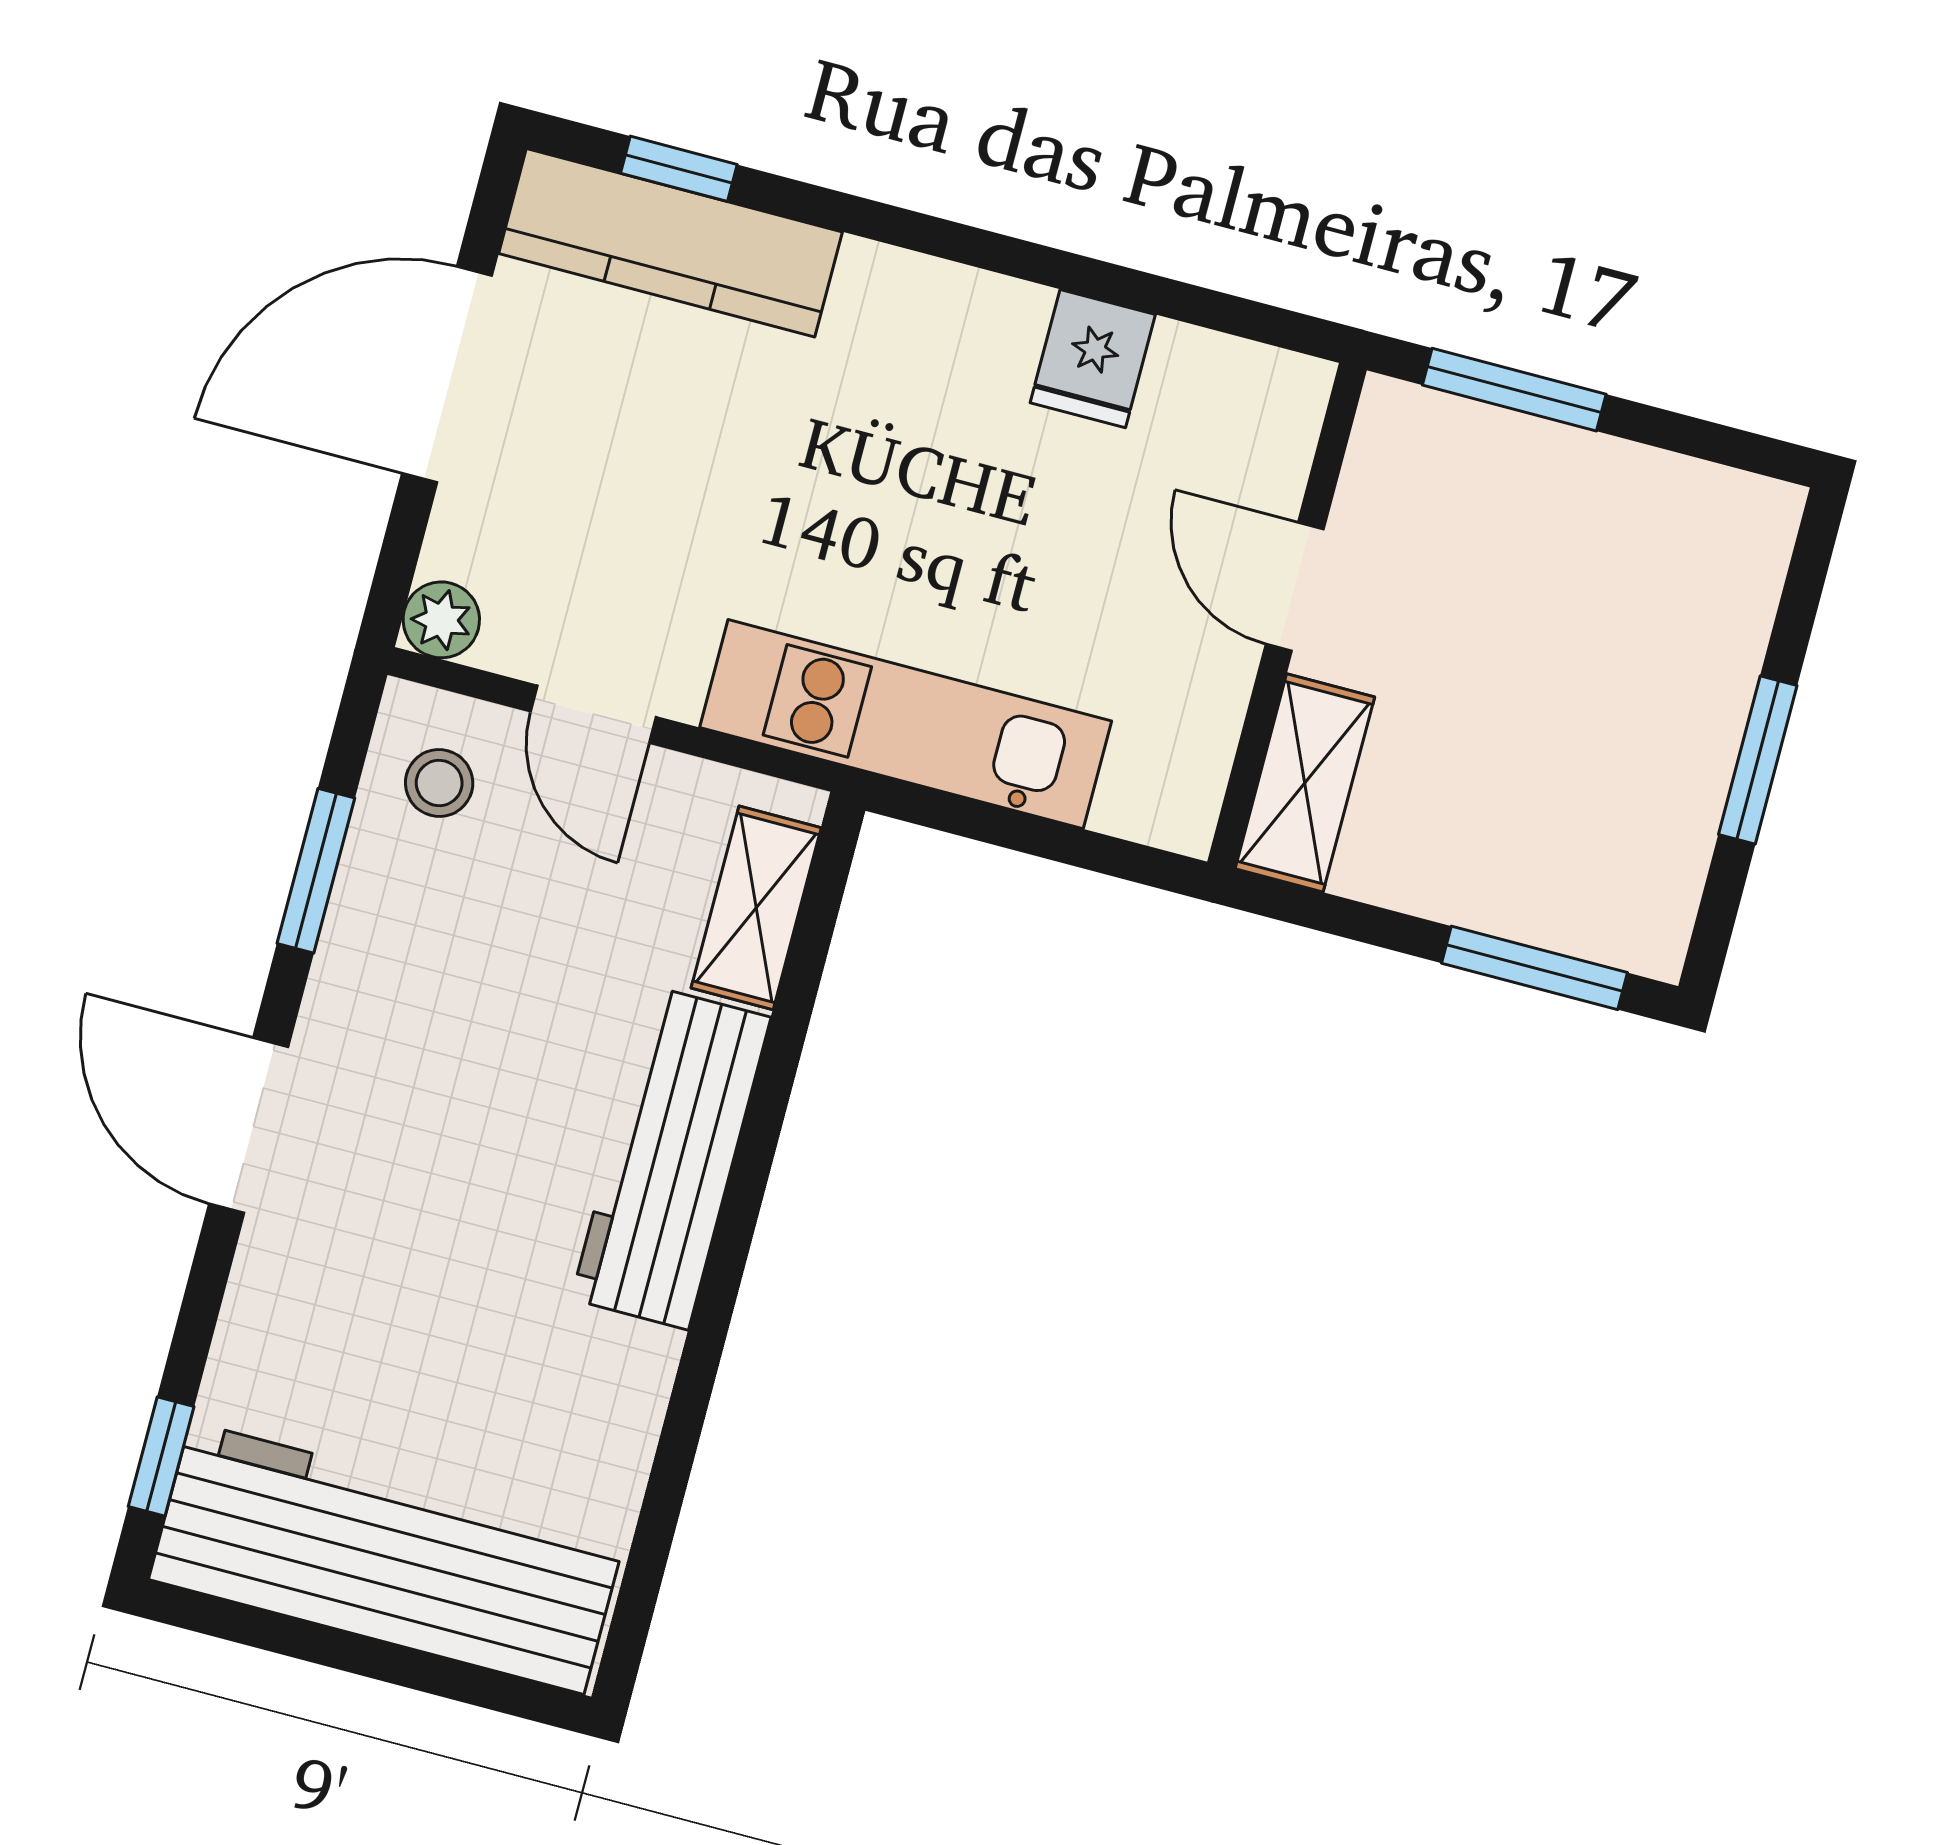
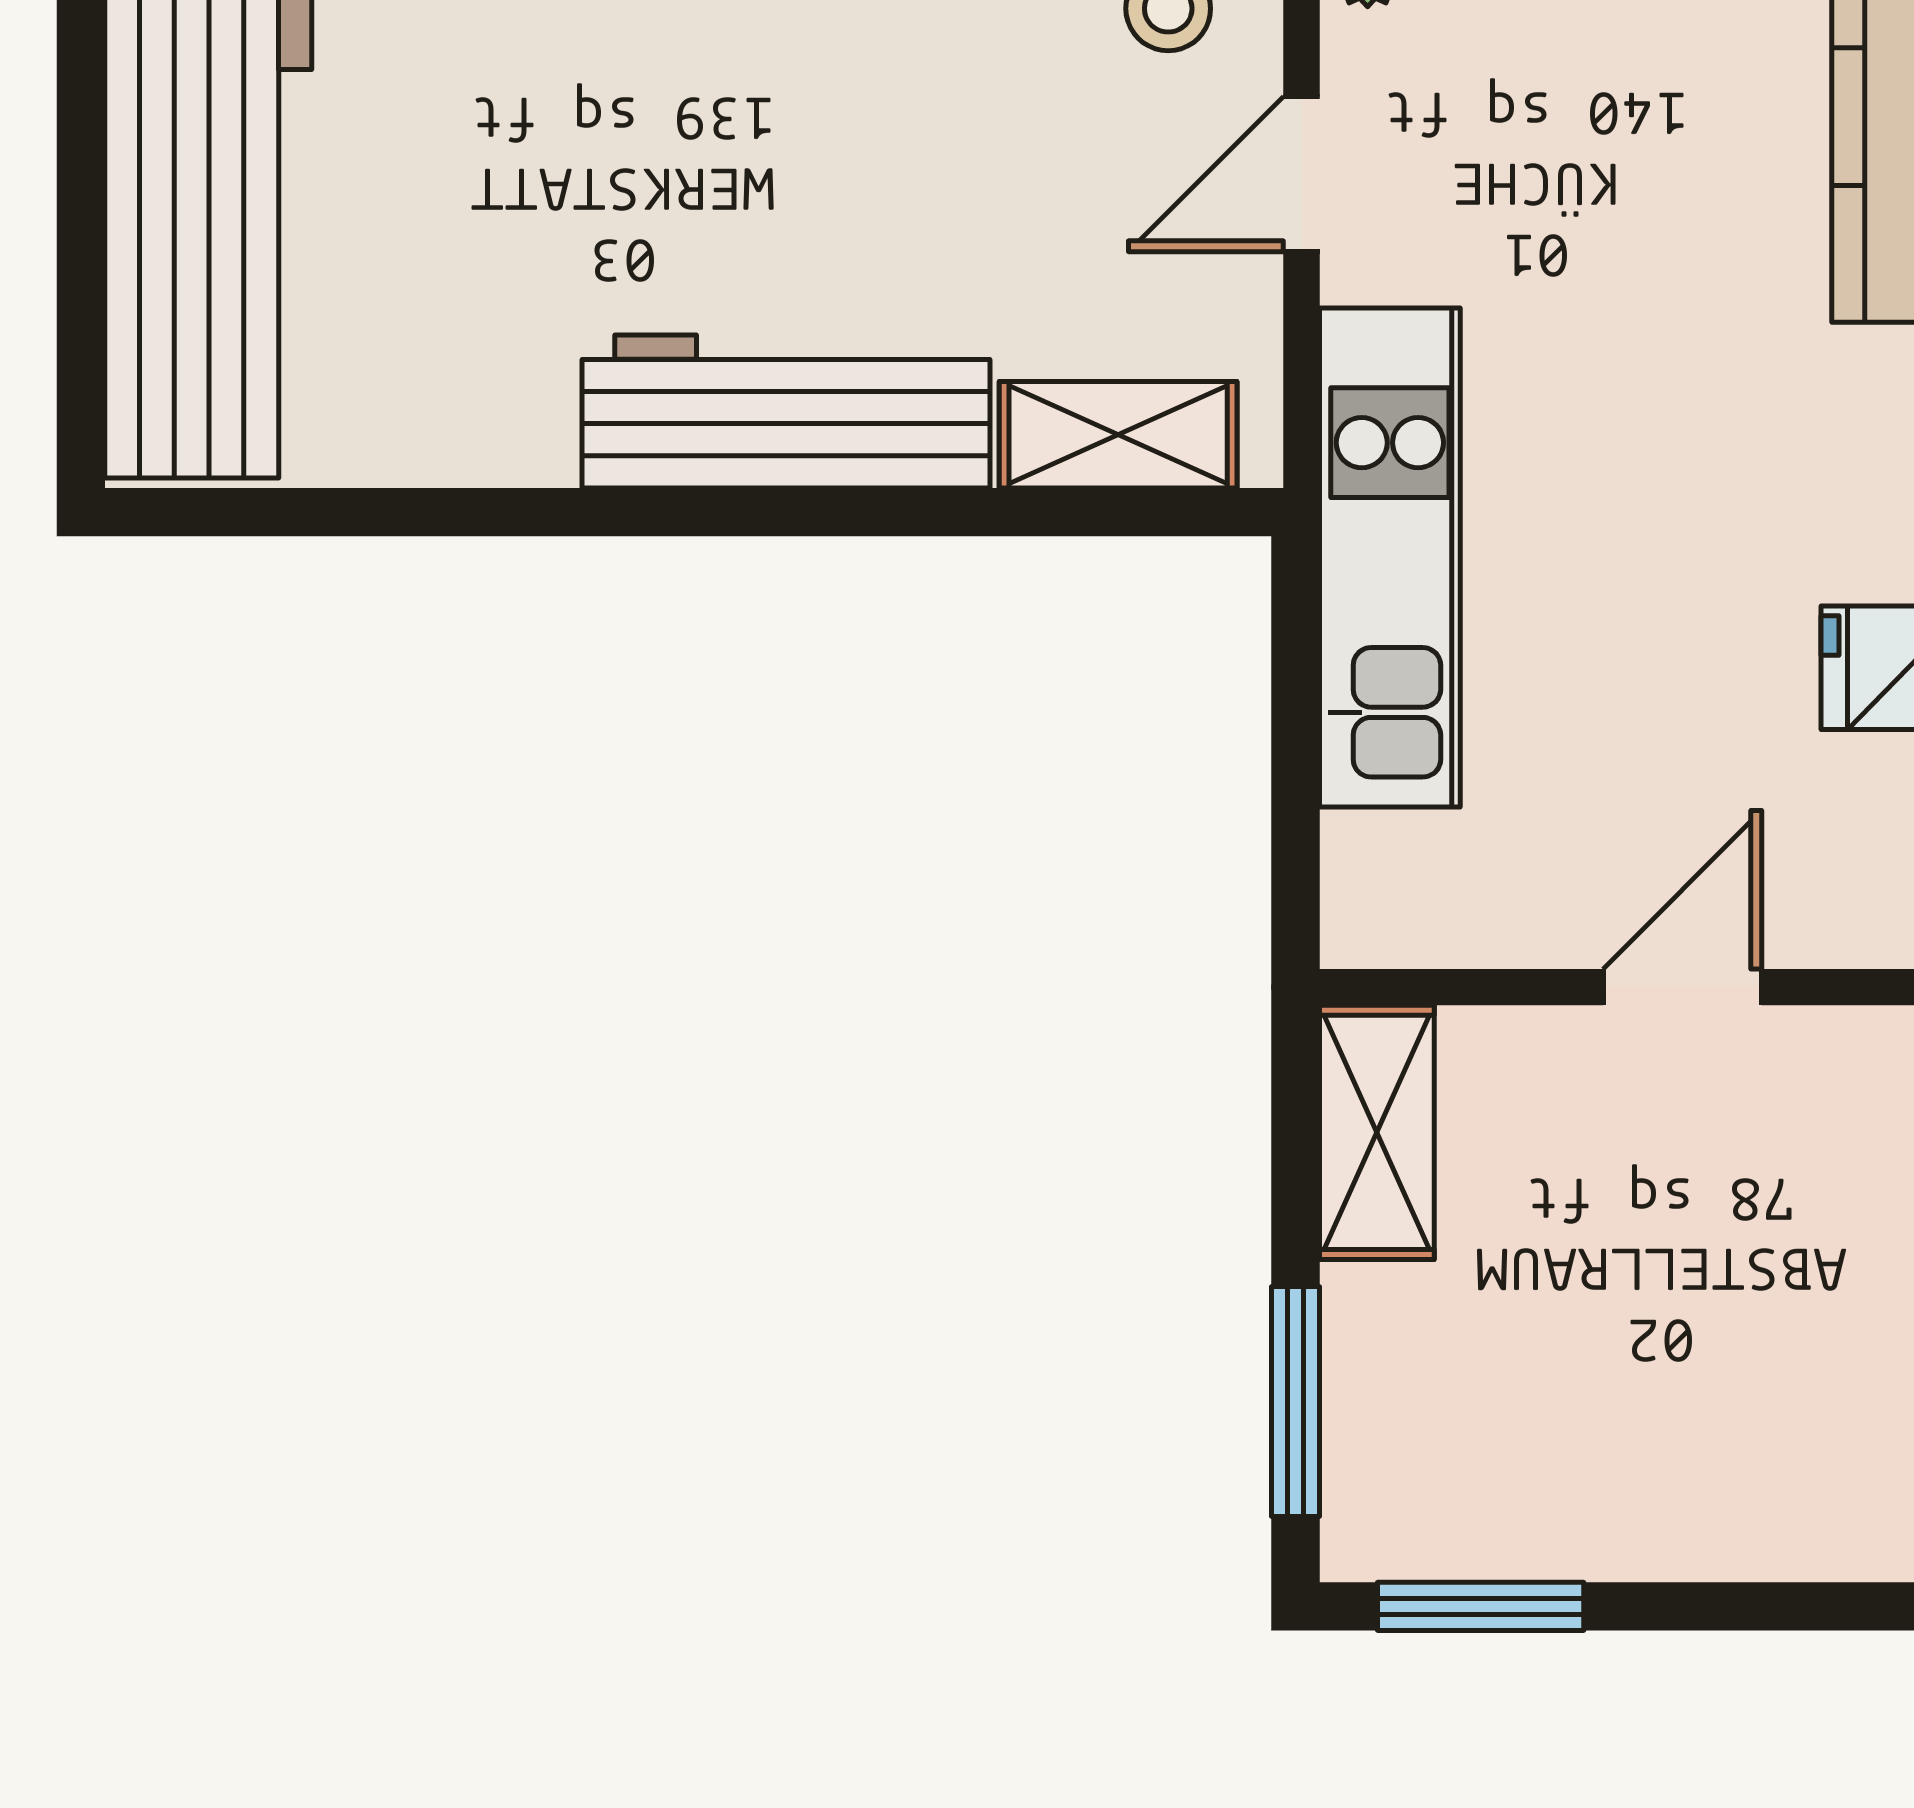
window: (1758, 760) -> (1481, 1606), moved
shelving: (1305, 783) -> (1377, 1132), moved, turned 90

